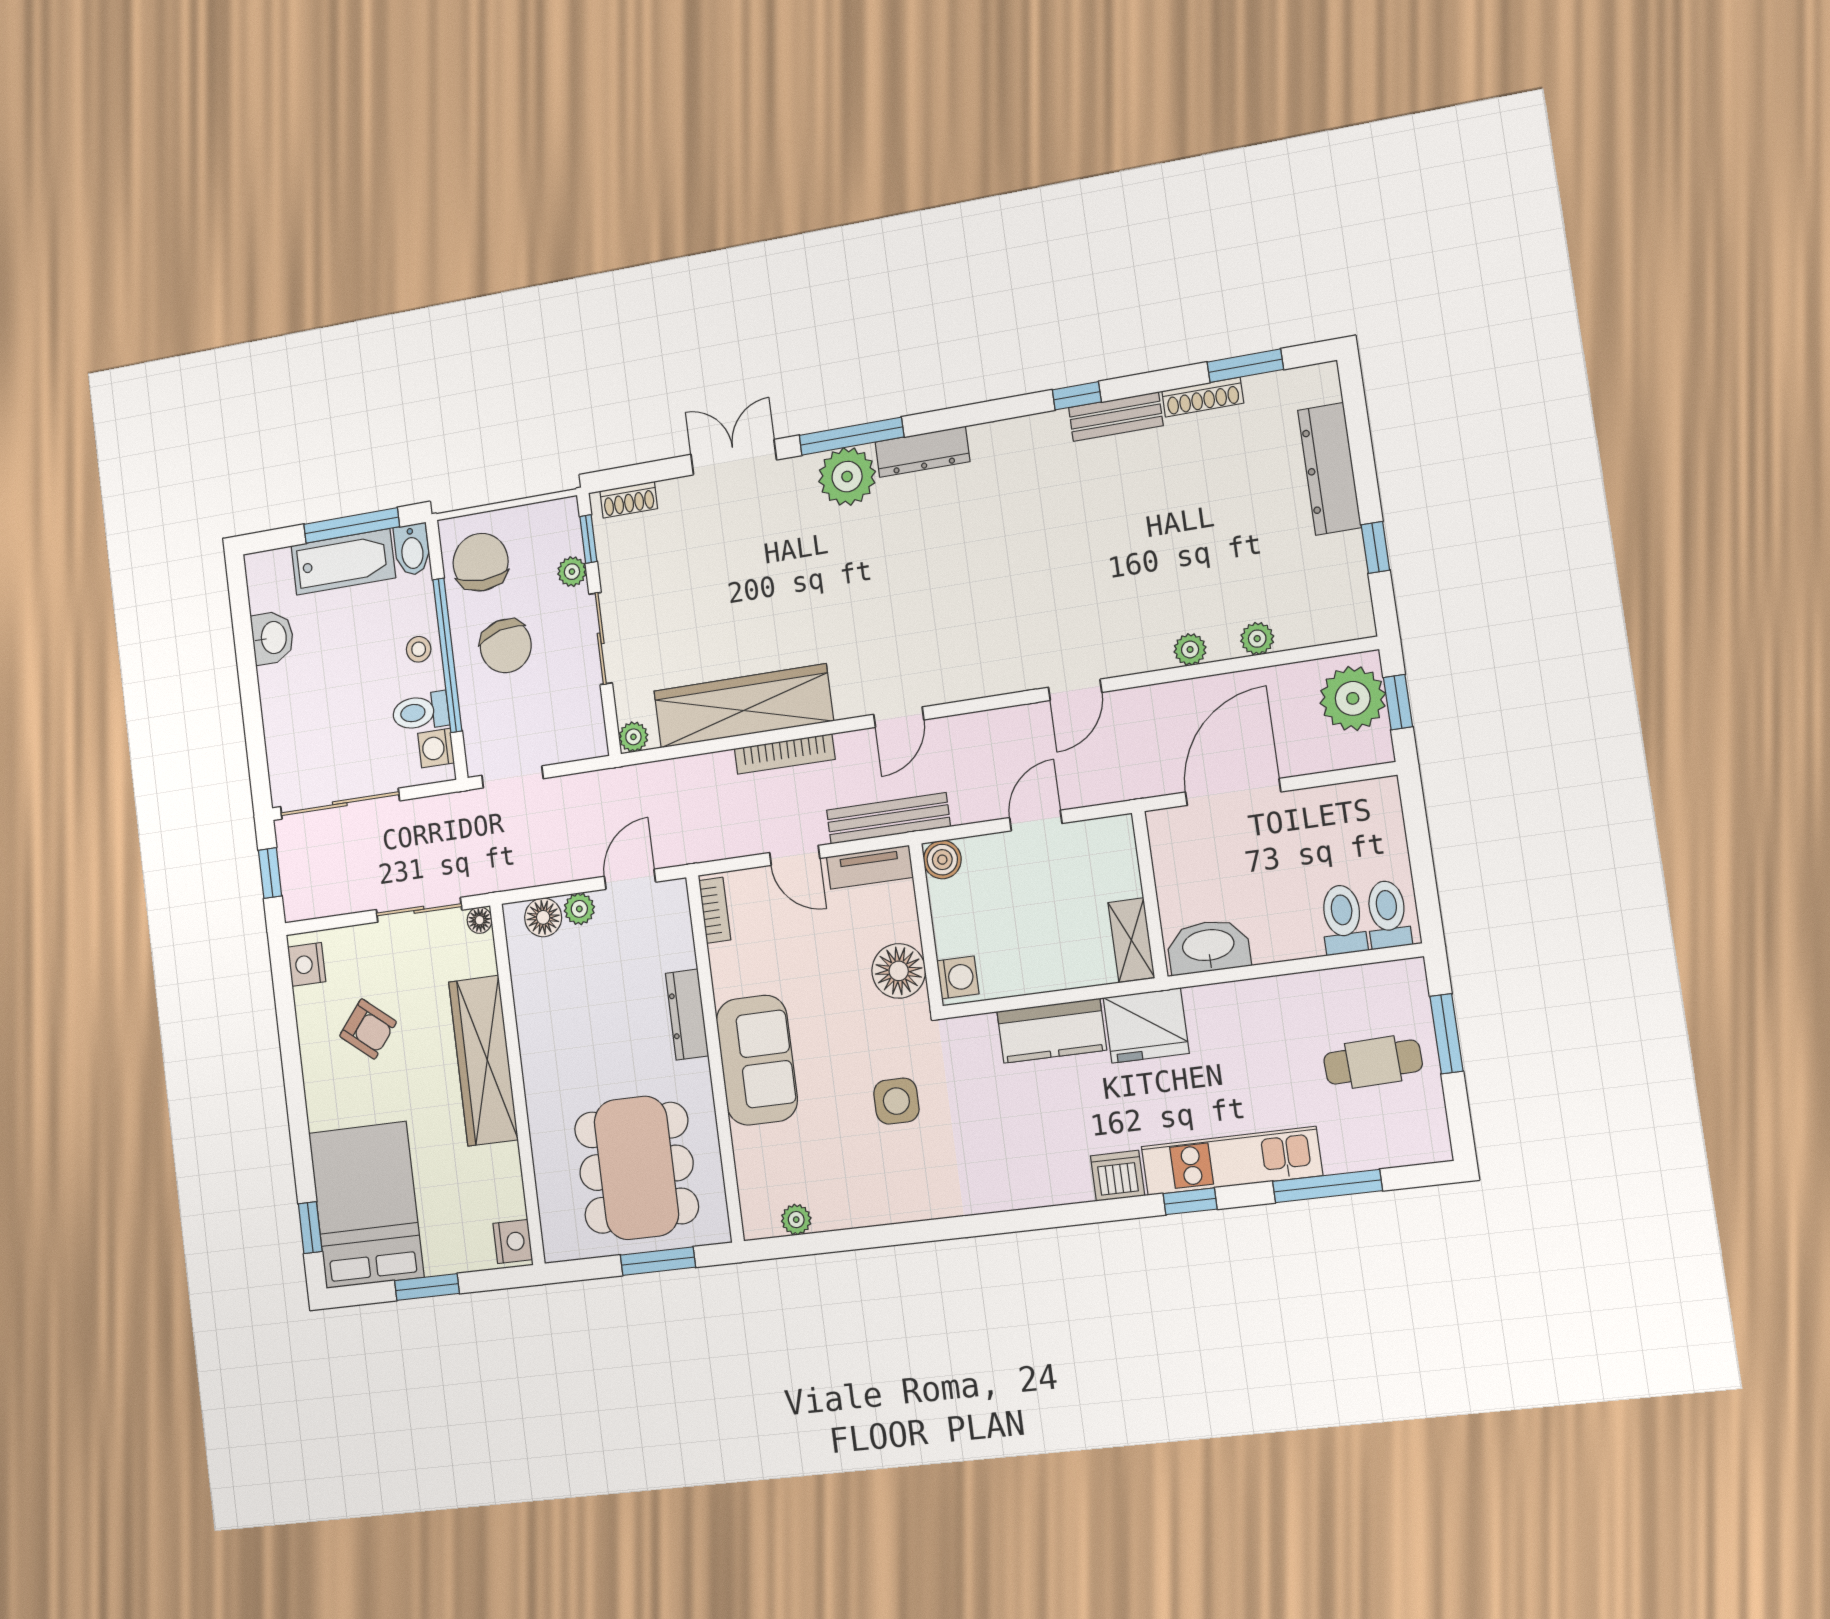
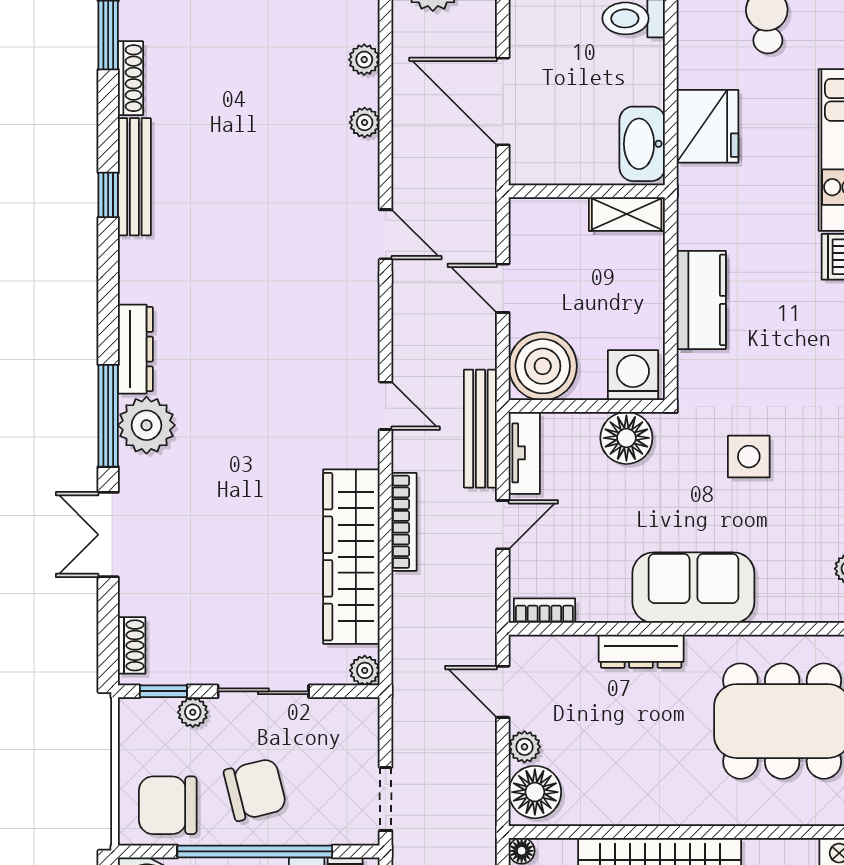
bench: (1116, 417) -> (134, 177), width x1.36
boiler: (942, 860) -> (543, 366), width x1.86, depth x1.86
floor lamp: (543, 917) -> (535, 792), width x1.38, depth x1.38
washing machine: (958, 977) -> (633, 375), width x1.38, depth x1.38
fridge: (1146, 1025) -> (707, 126), moved

